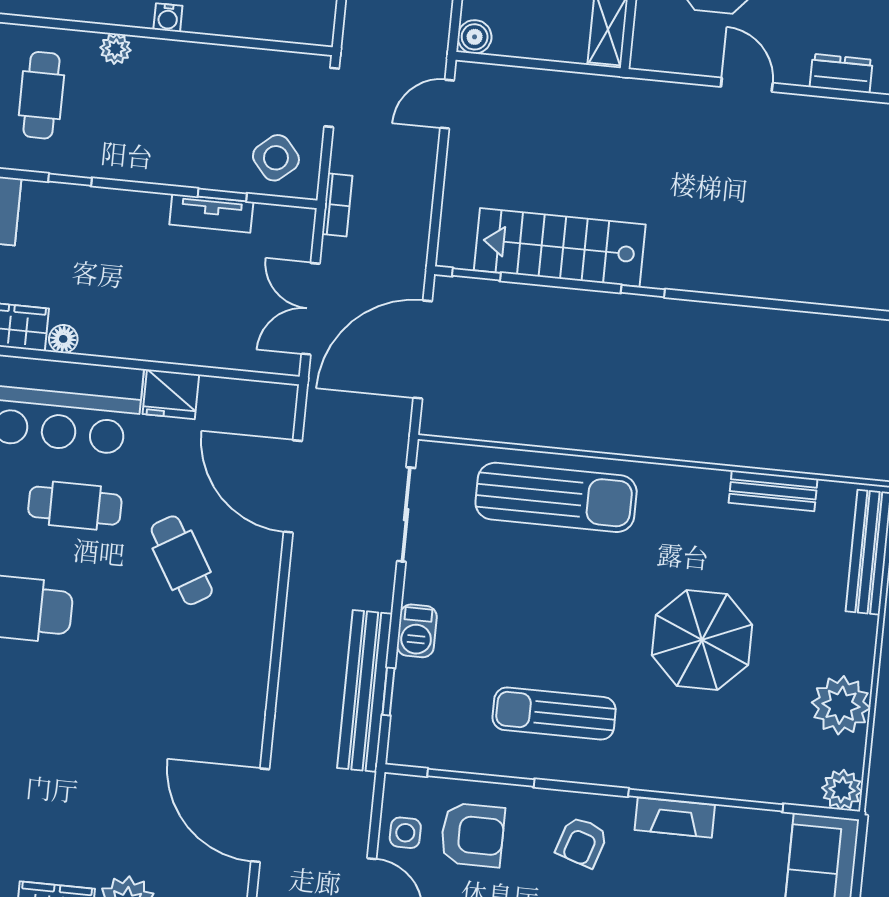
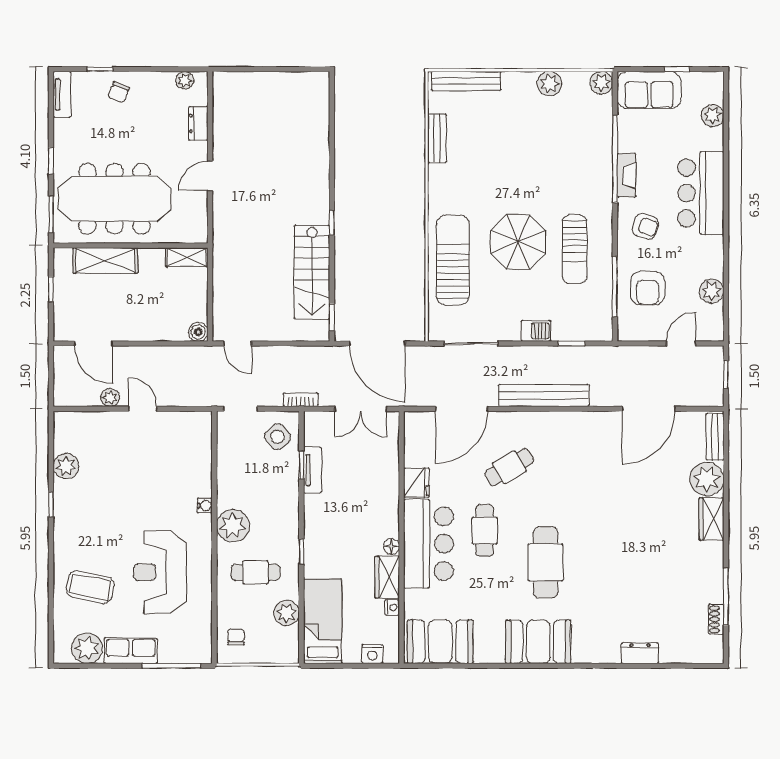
plant: (115, 49) -> (233, 526), width x1.88, depth x1.88
parasol: (702, 640) -> (518, 242), moved
bench: (365, 691) -> (544, 395), moved
plant: (841, 705) -> (549, 84), width x0.73, depth x0.73
side table: (405, 833) -> (650, 326), removed
armchair: (472, 835) -> (648, 288), turned 180

